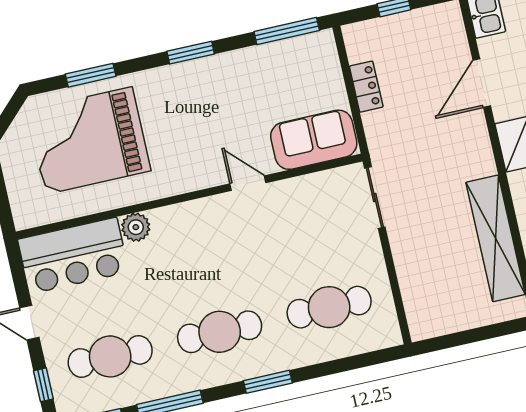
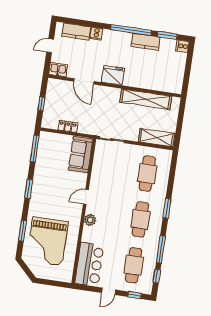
door: (248, 183) -> (86, 197), moved
plant: (136, 227) -> (90, 220), moved
shelving: (418, 296) -> (157, 138), added

